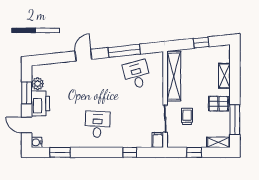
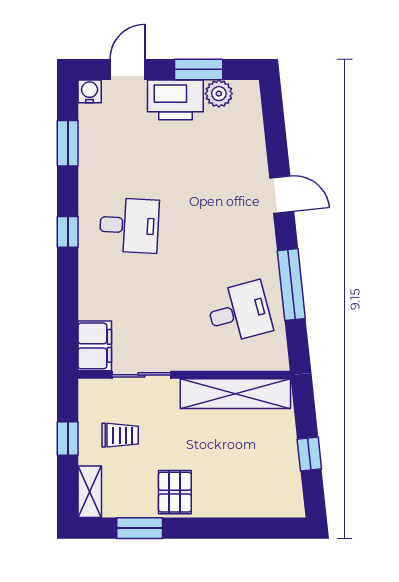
shelving: (224, 76) -> (236, 505), removed
trolley: (187, 116) -> (120, 435), moved
window: (235, 120) -> (140, 528), width x0.69
filing cabinet: (158, 140) -> (95, 346), width x2.00
window: (130, 152) -> (68, 232), moved

